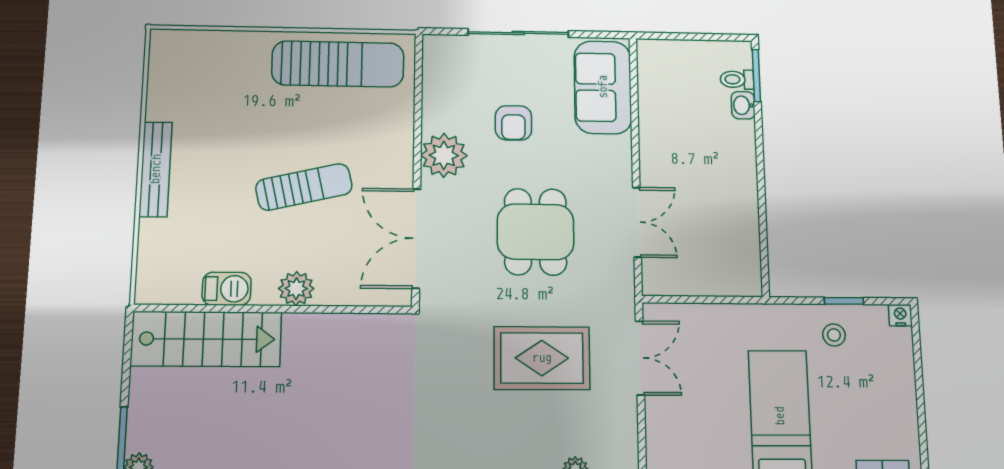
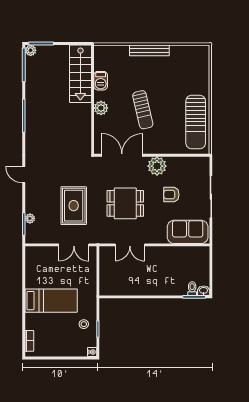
washbasin: (743, 105) -> (204, 291), moved

